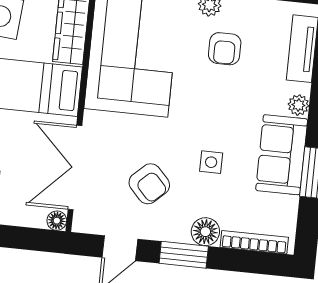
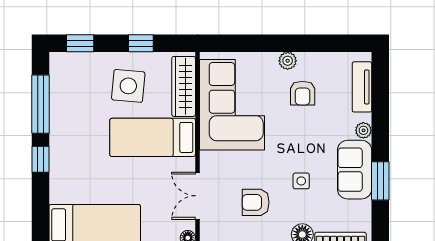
double door: (75, 167) -> (197, 196), width x0.73
armchair: (149, 184) -> (256, 202), turned 133

